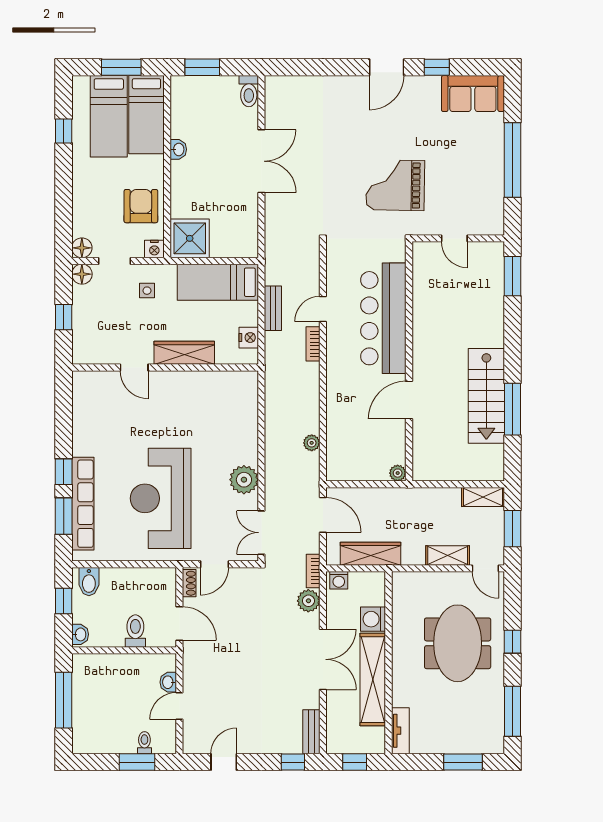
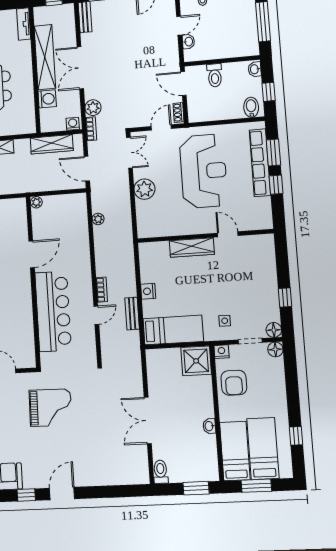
wardrobe: (184, 353) -> (192, 247), moved
door: (134, 367) -> (228, 234), moved
wall: (165, 367) -> (205, 236), moved

